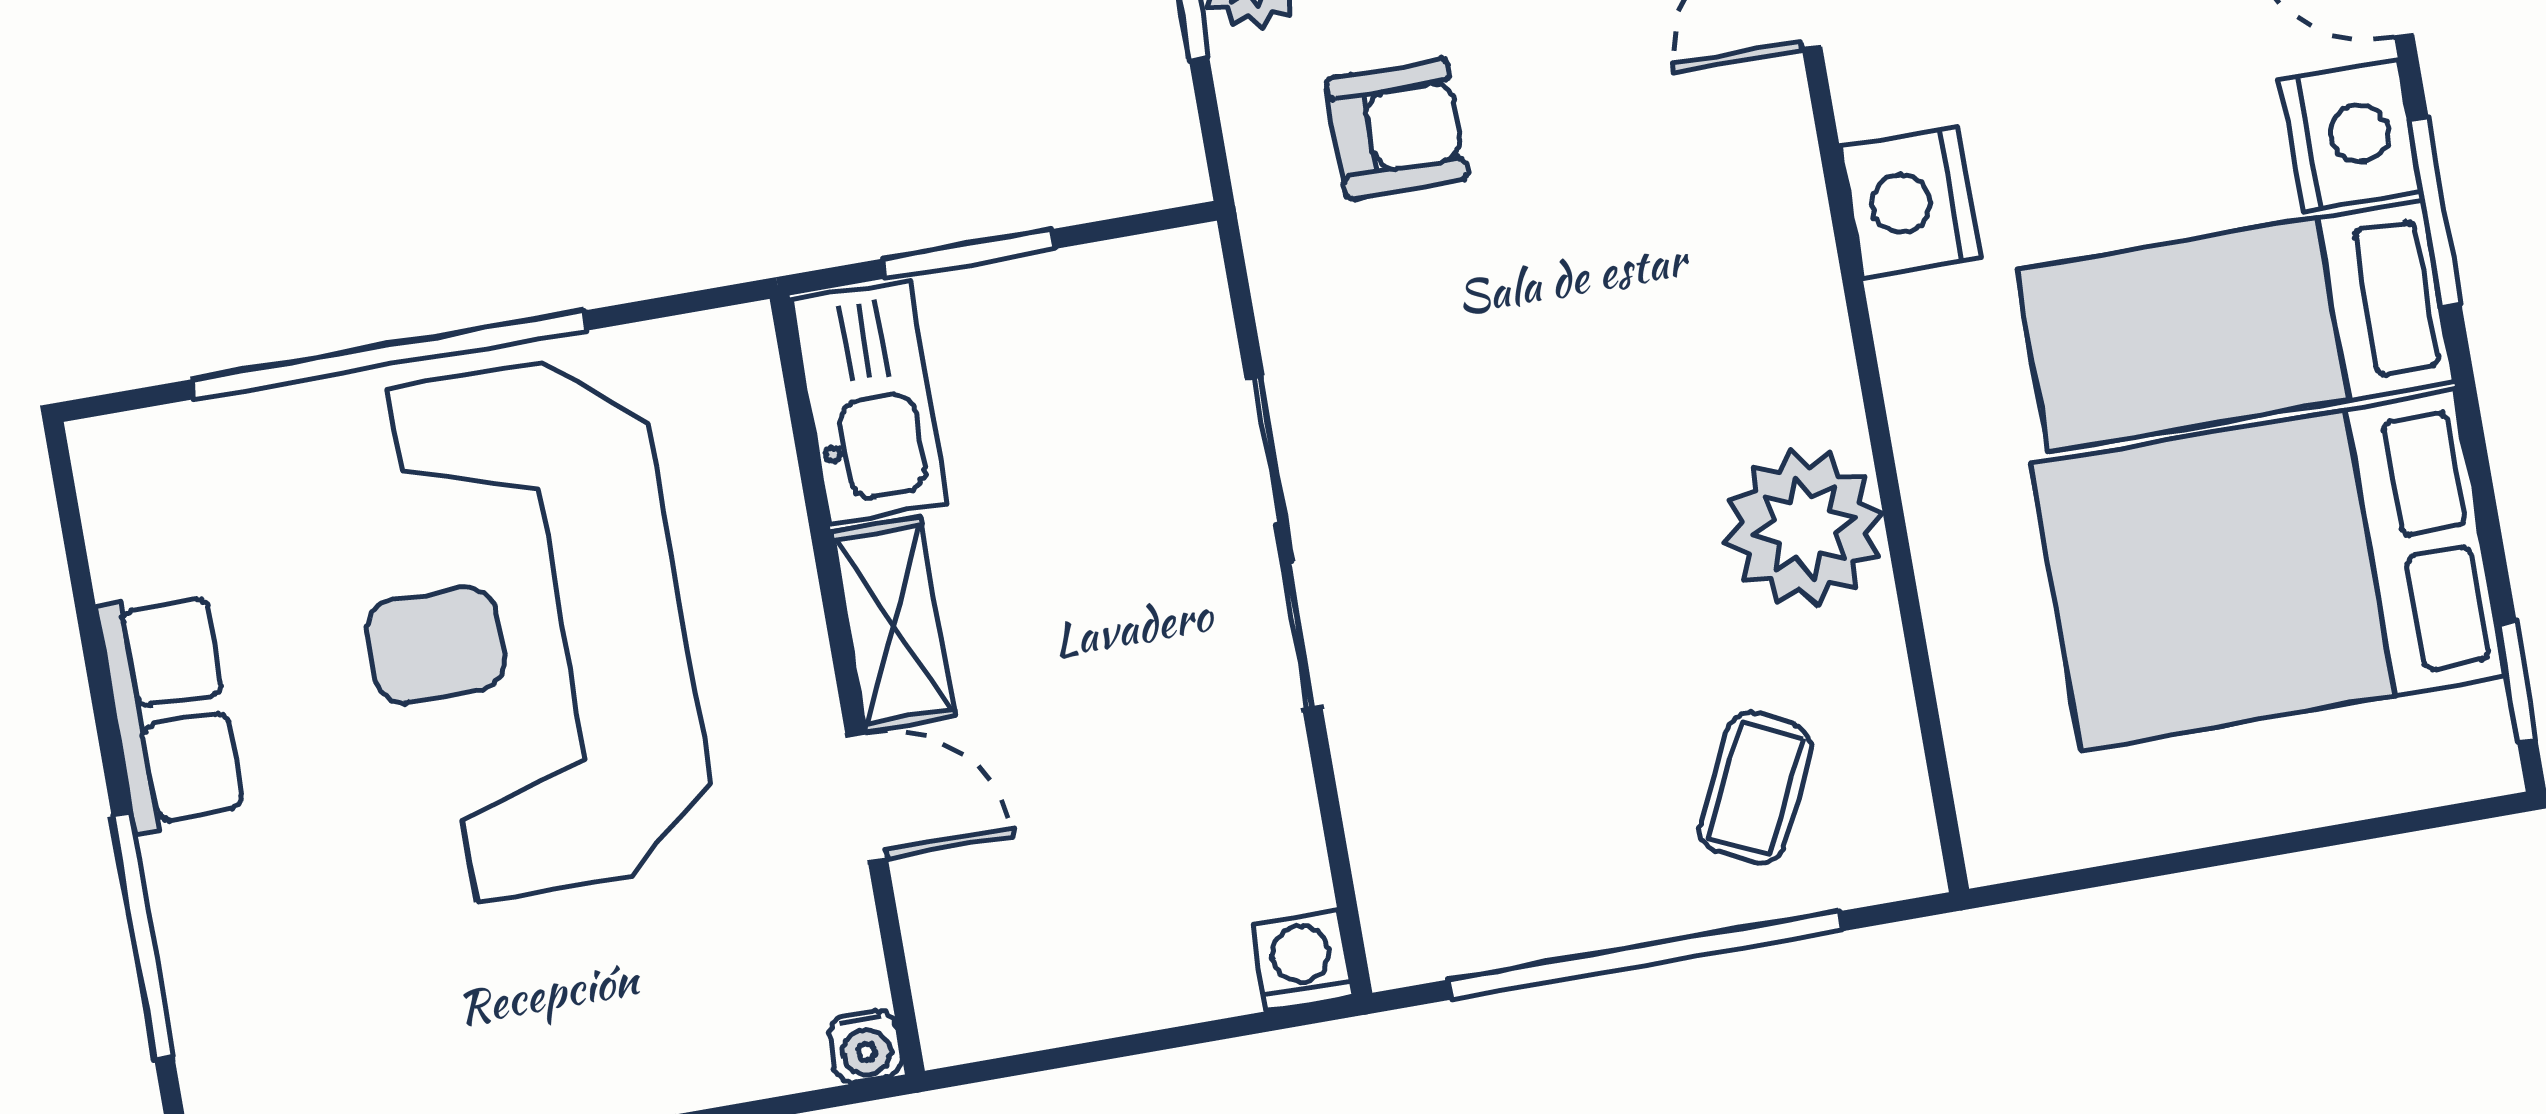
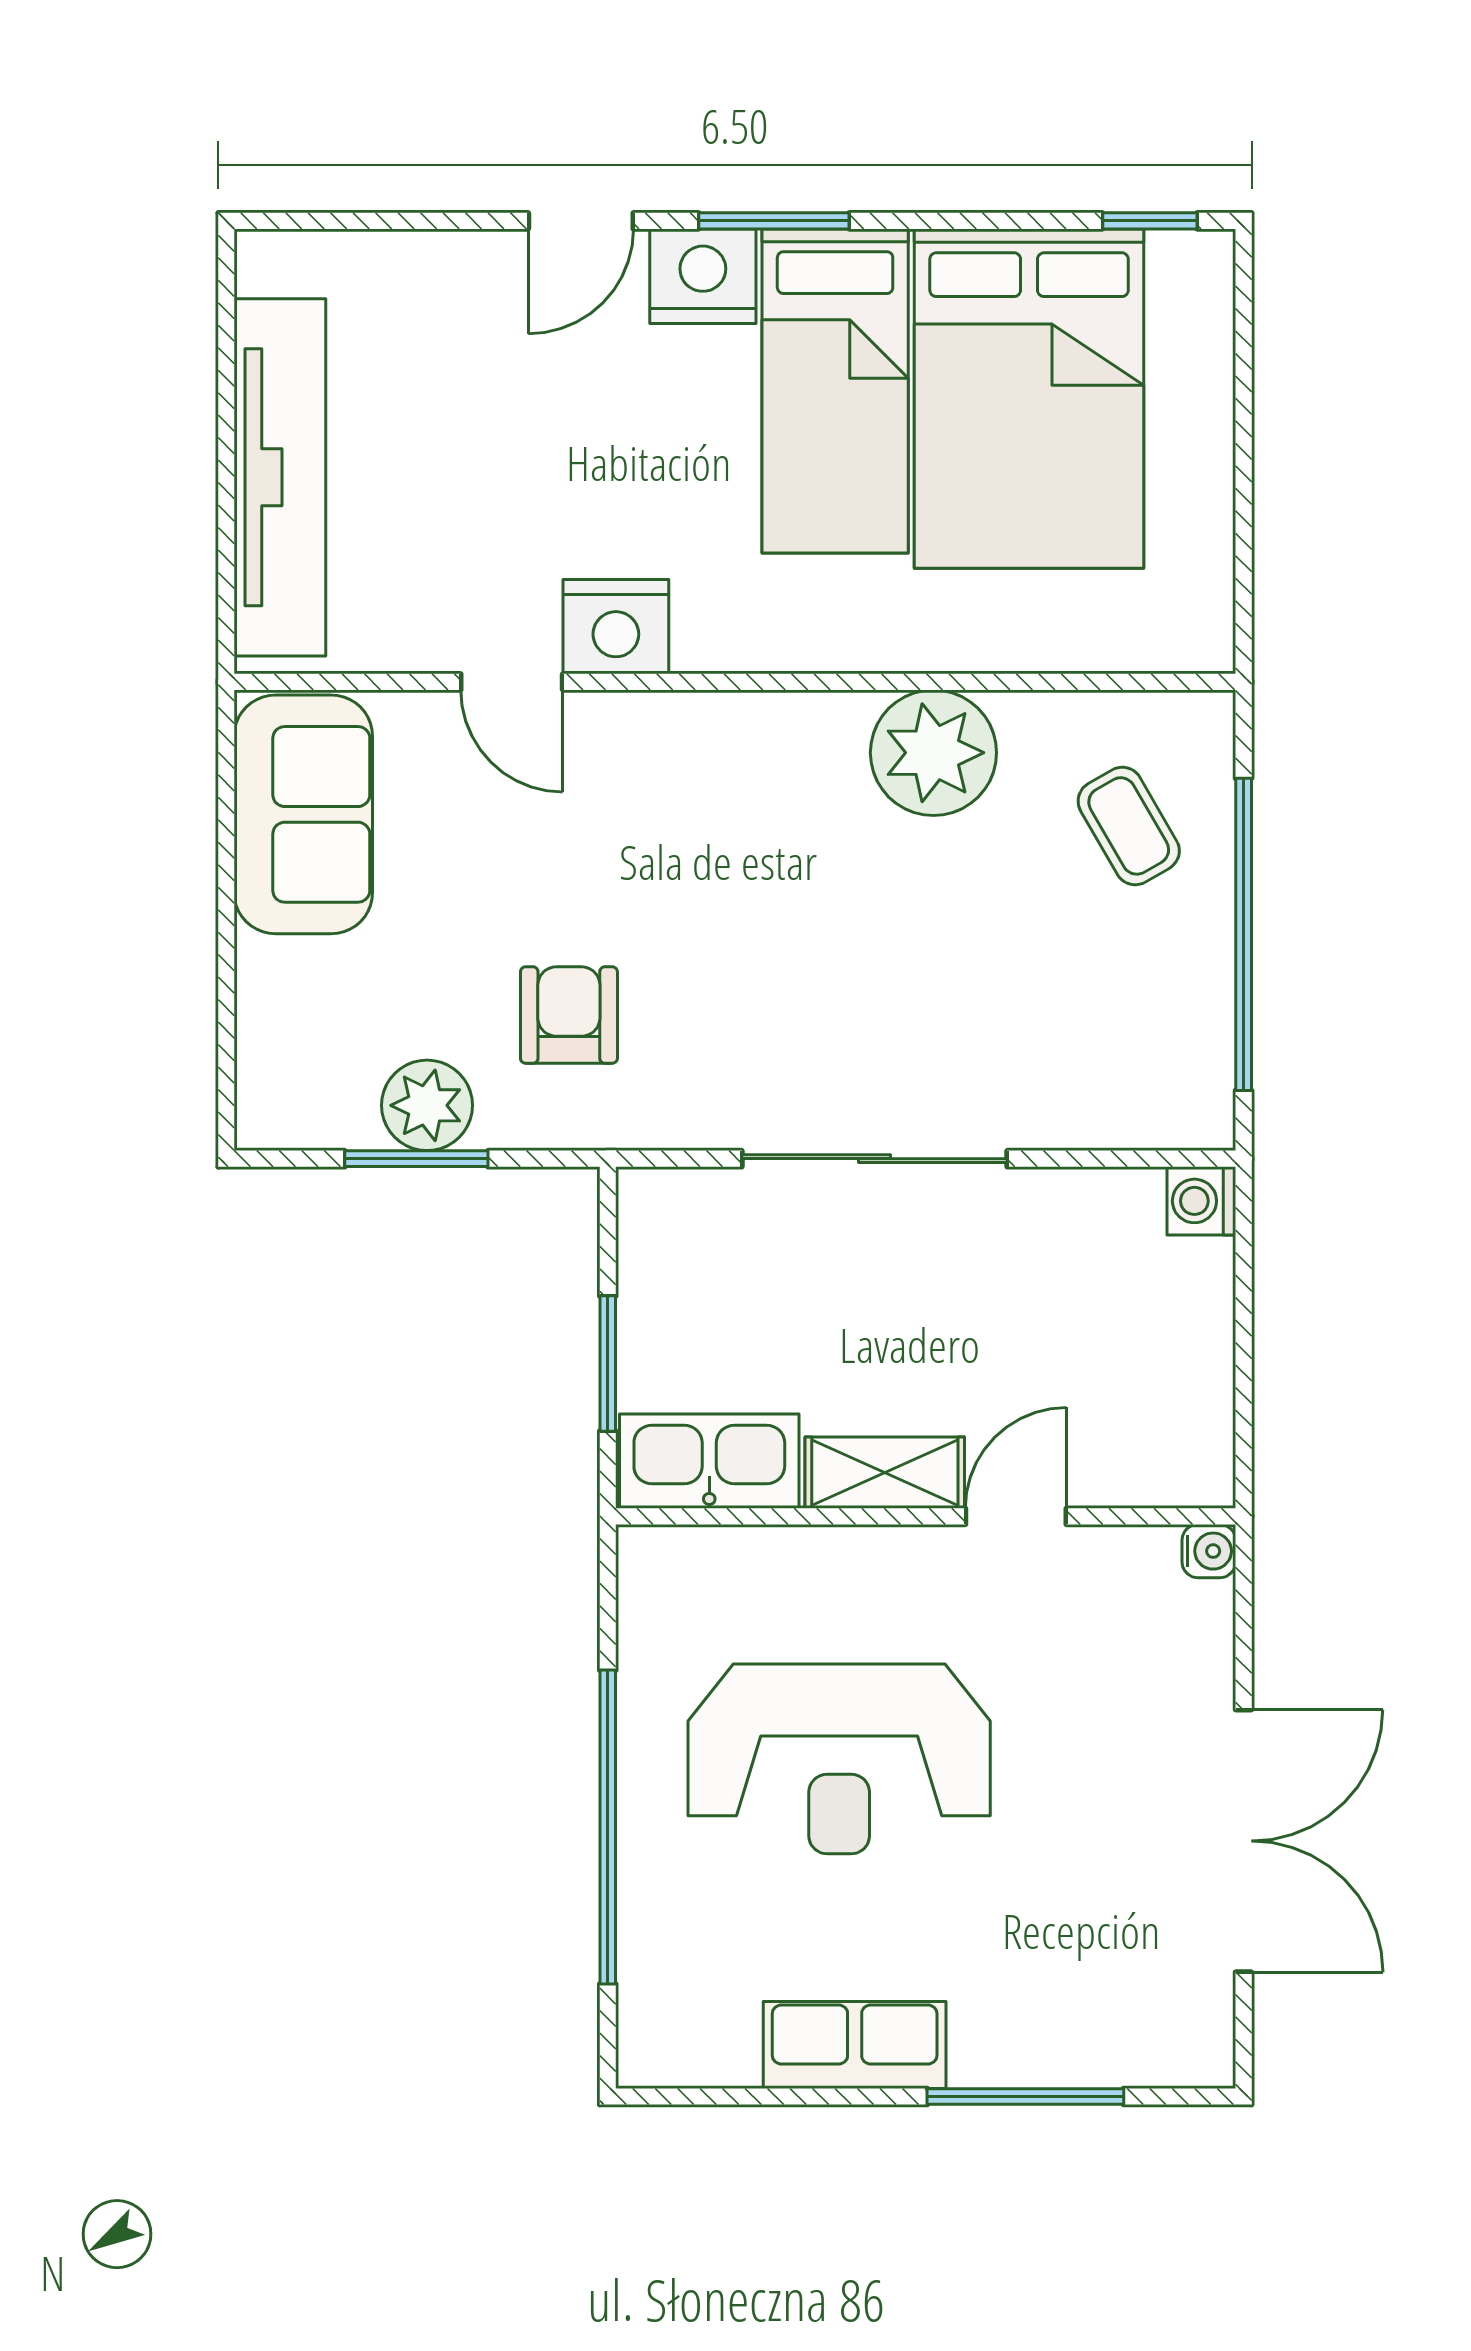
nightstand: (1910, 202) -> (616, 627), moved
reception desk: (525, 630) -> (839, 1759), width x0.74, depth x0.77
coffee table: (1755, 788) -> (1129, 826), turned 34

